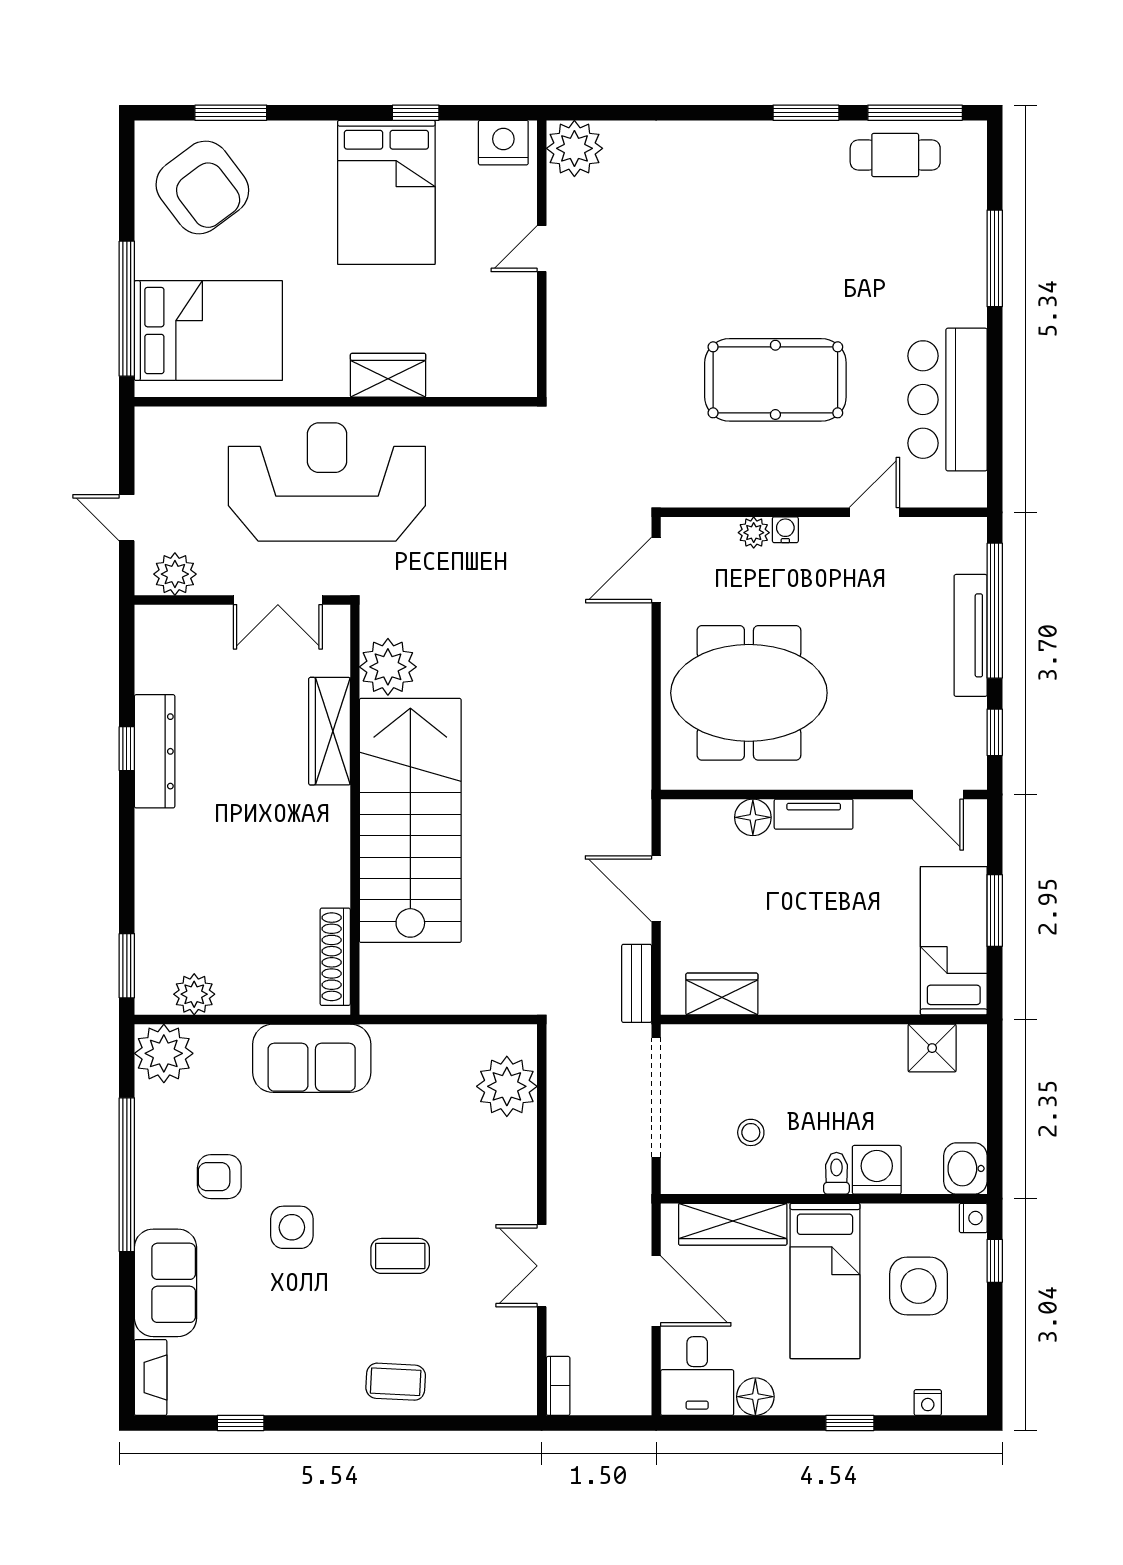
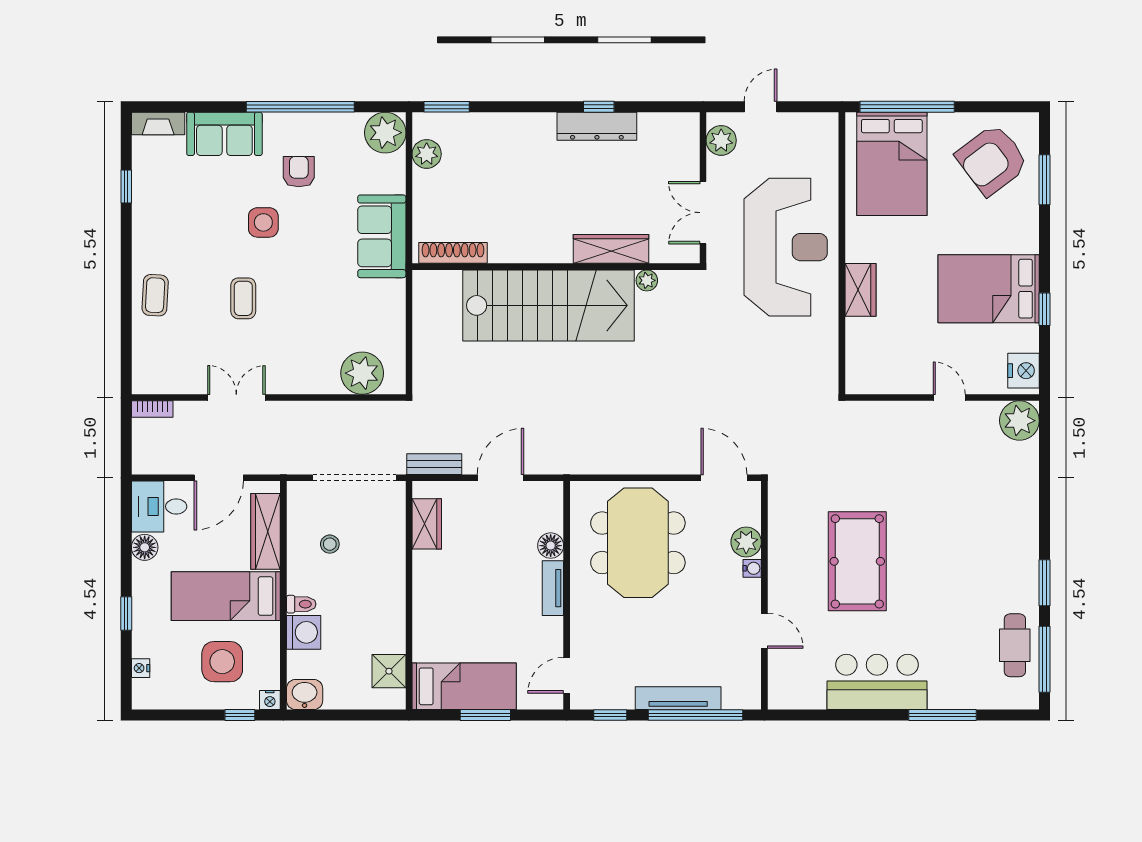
bar counter: (948, 400) -> (877, 682), moved
plant: (754, 533) -> (746, 542), width x1.38, depth x1.38
plant: (388, 667) -> (647, 280), width x0.53, depth x0.53

